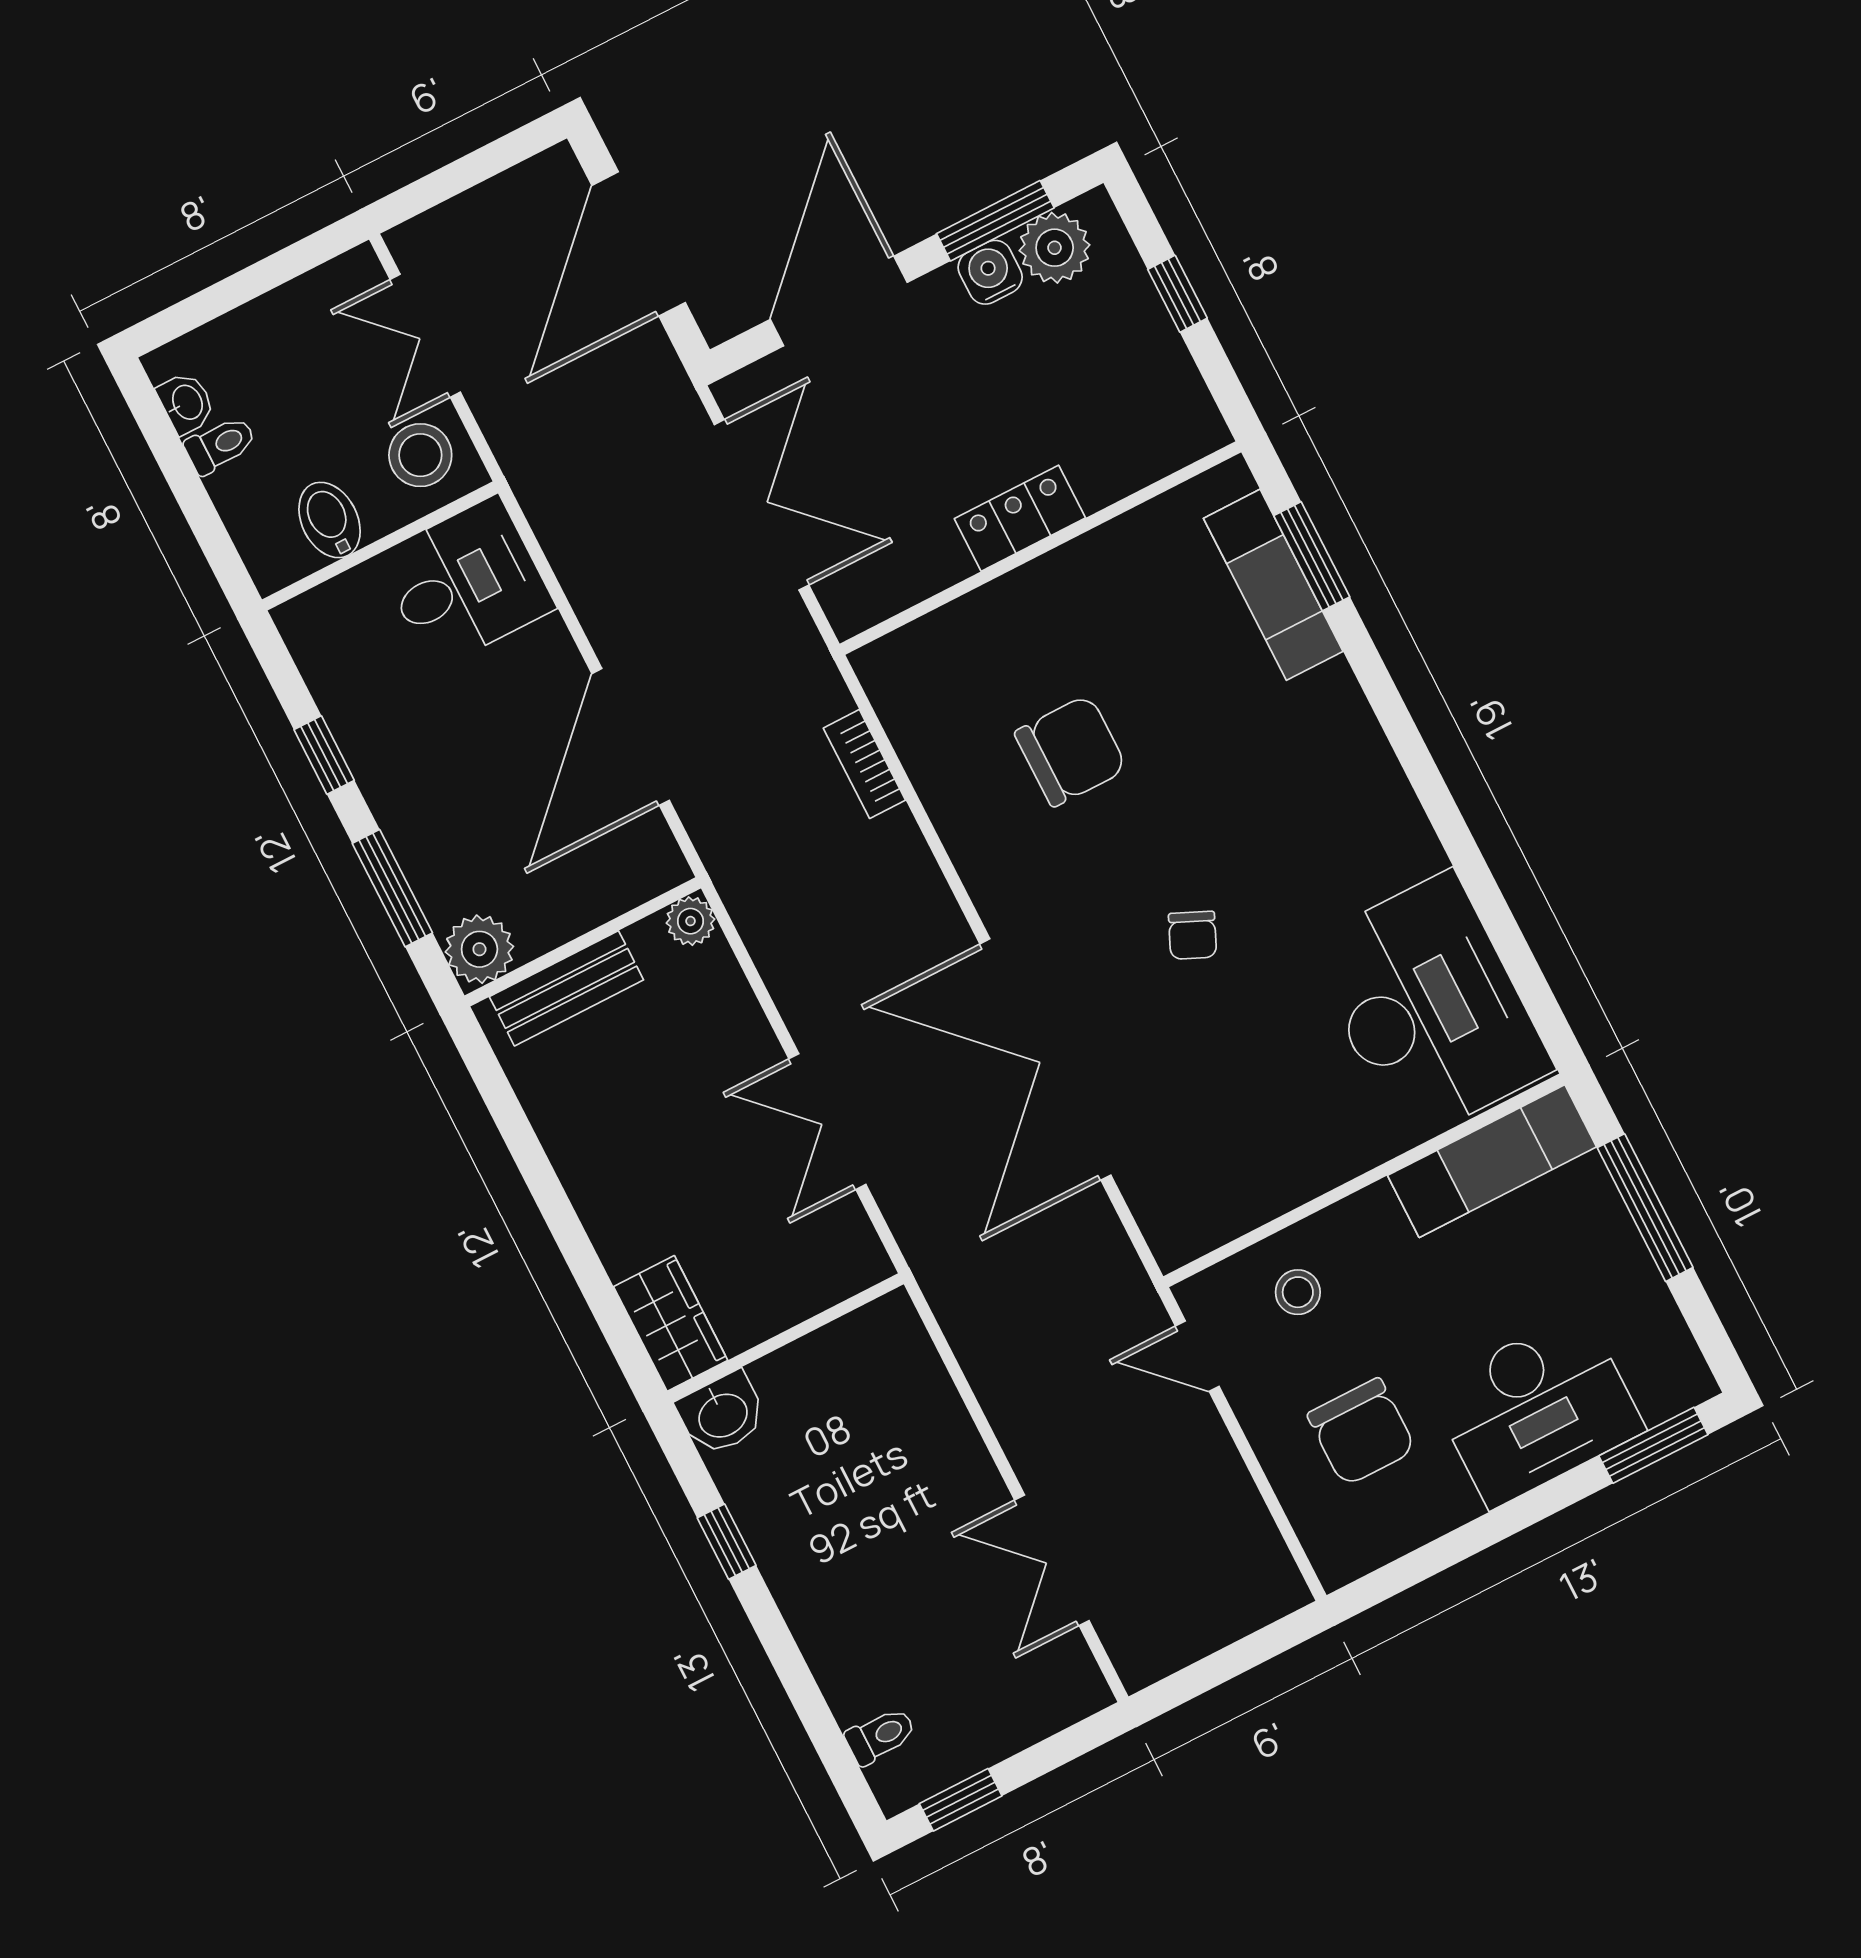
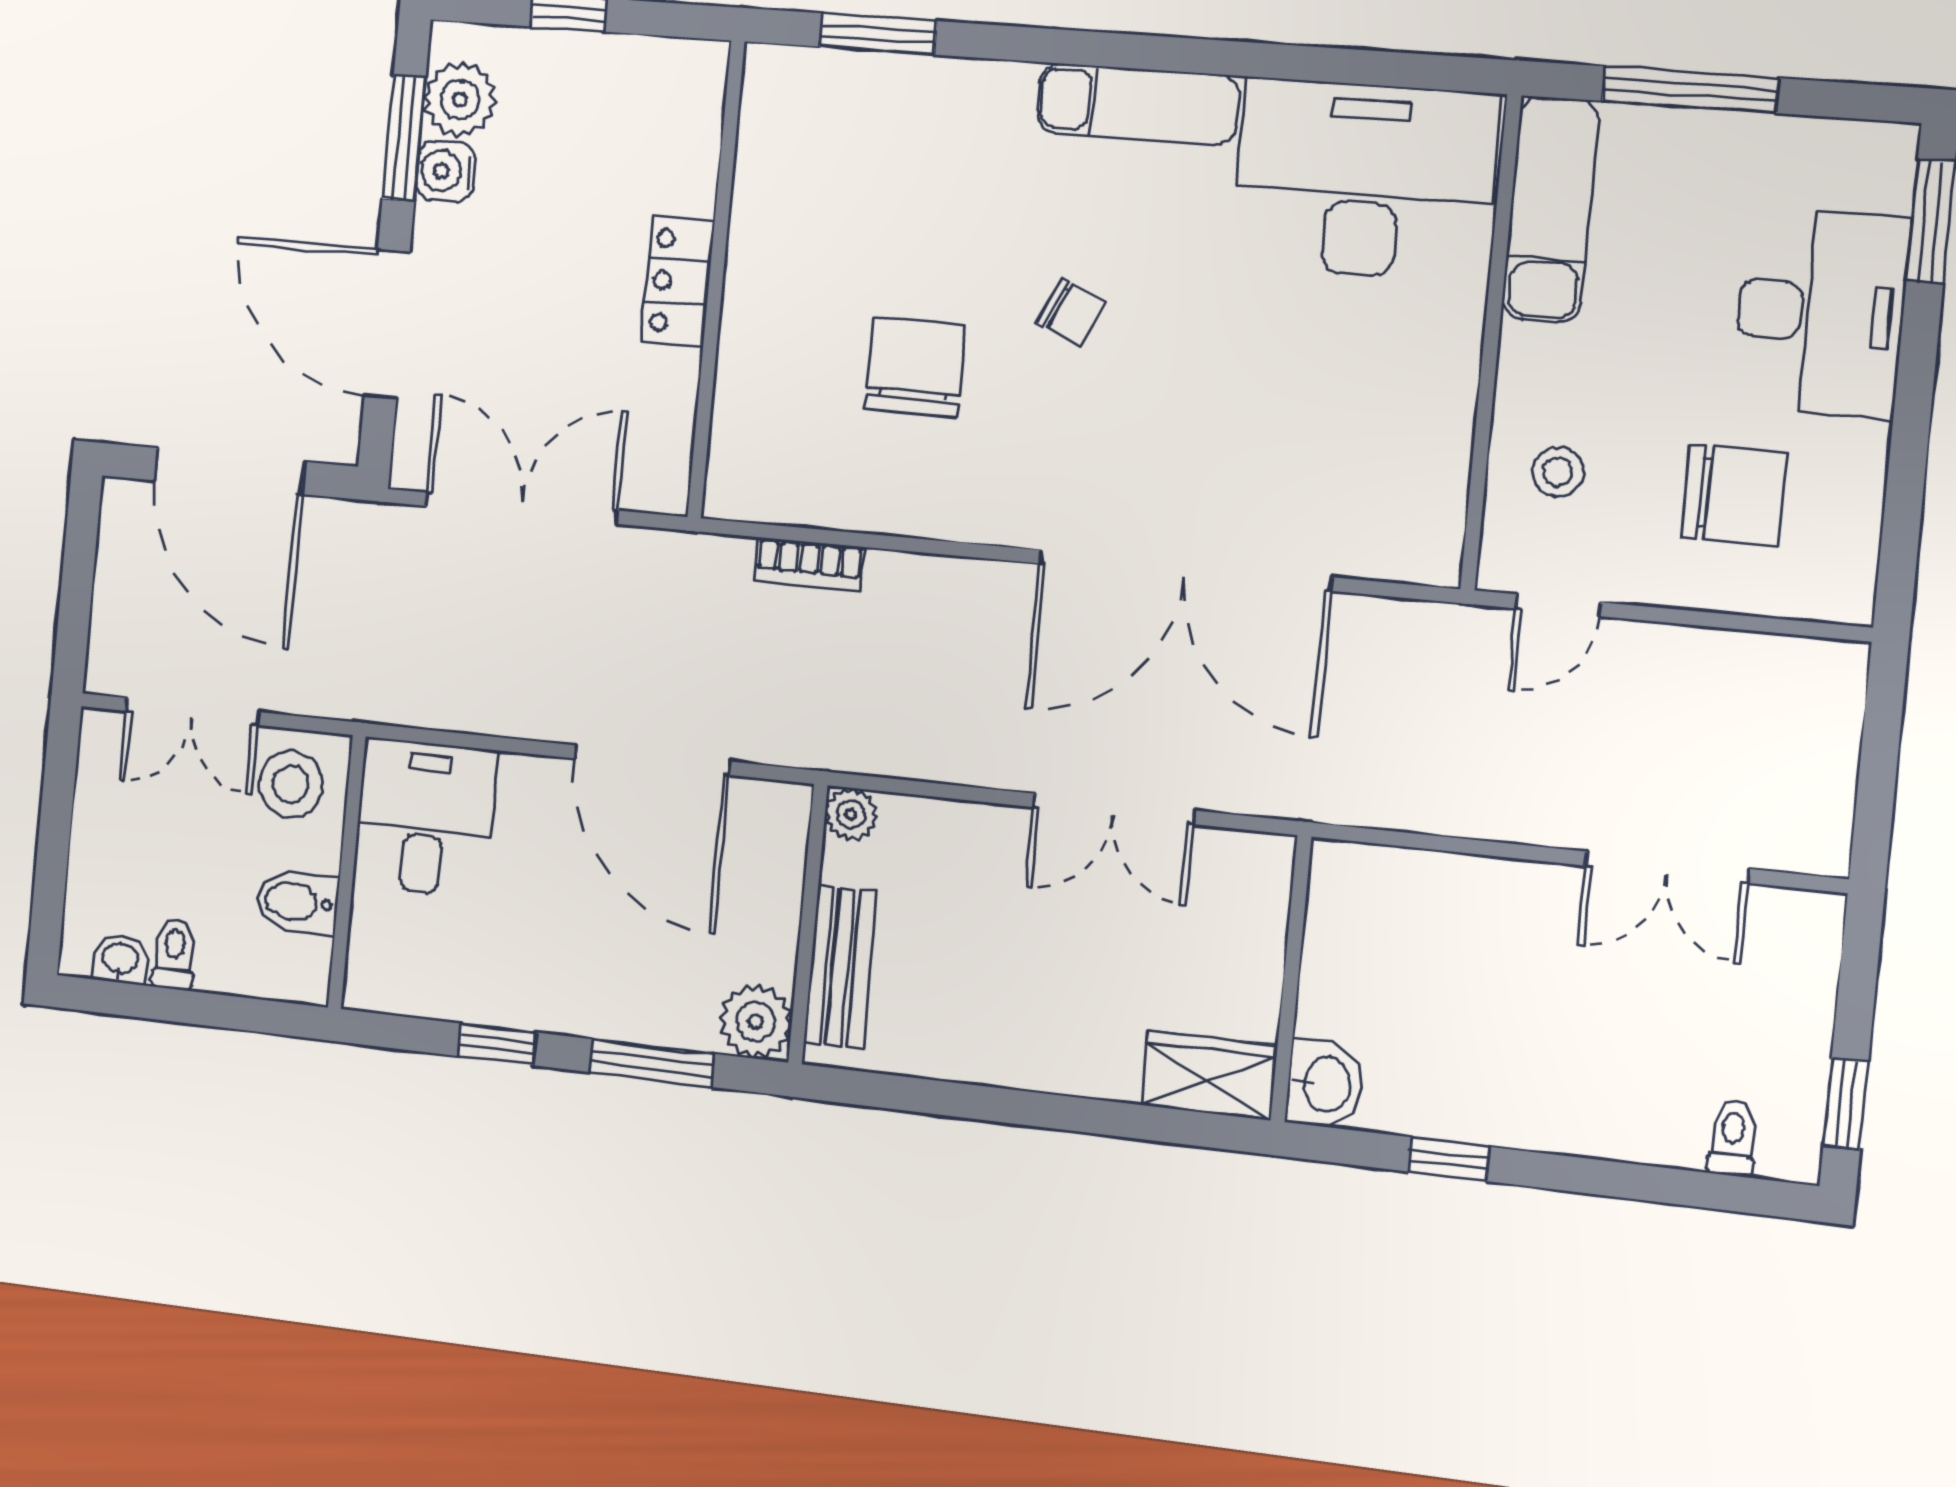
exam couch: (1273, 585) -> (1137, 104), moved
chair: (1193, 935) -> (1071, 312), moved

